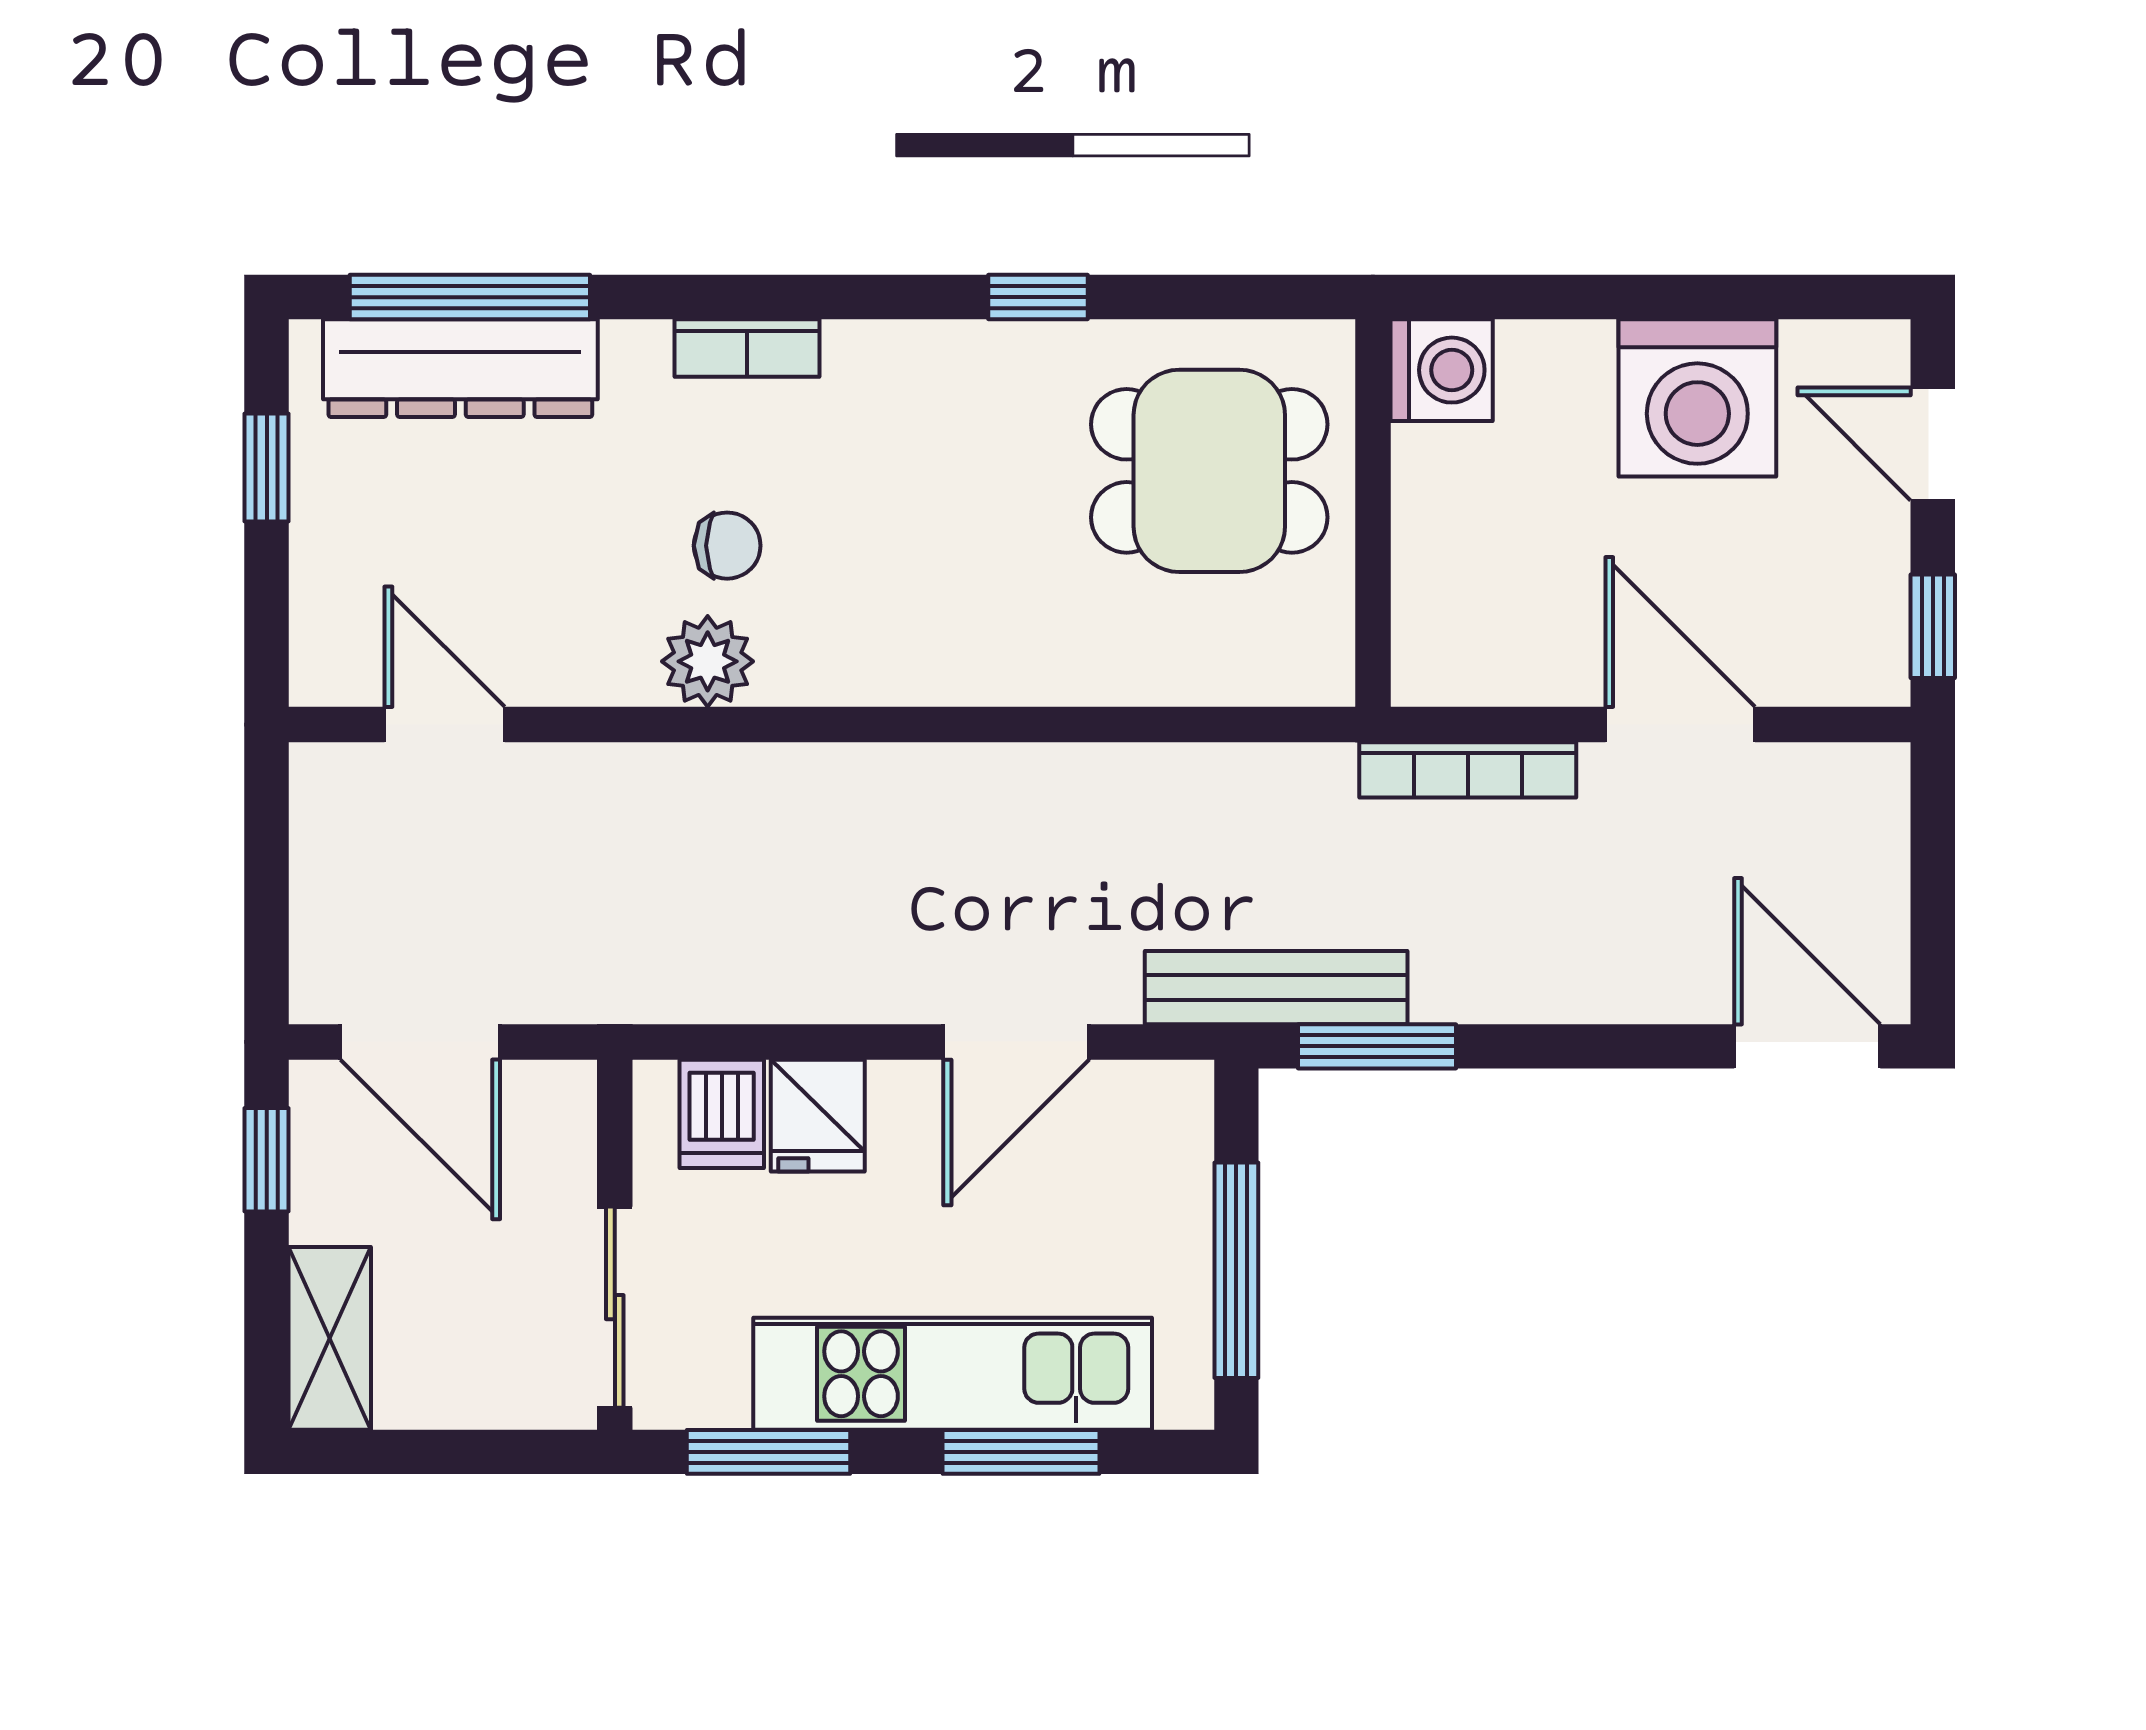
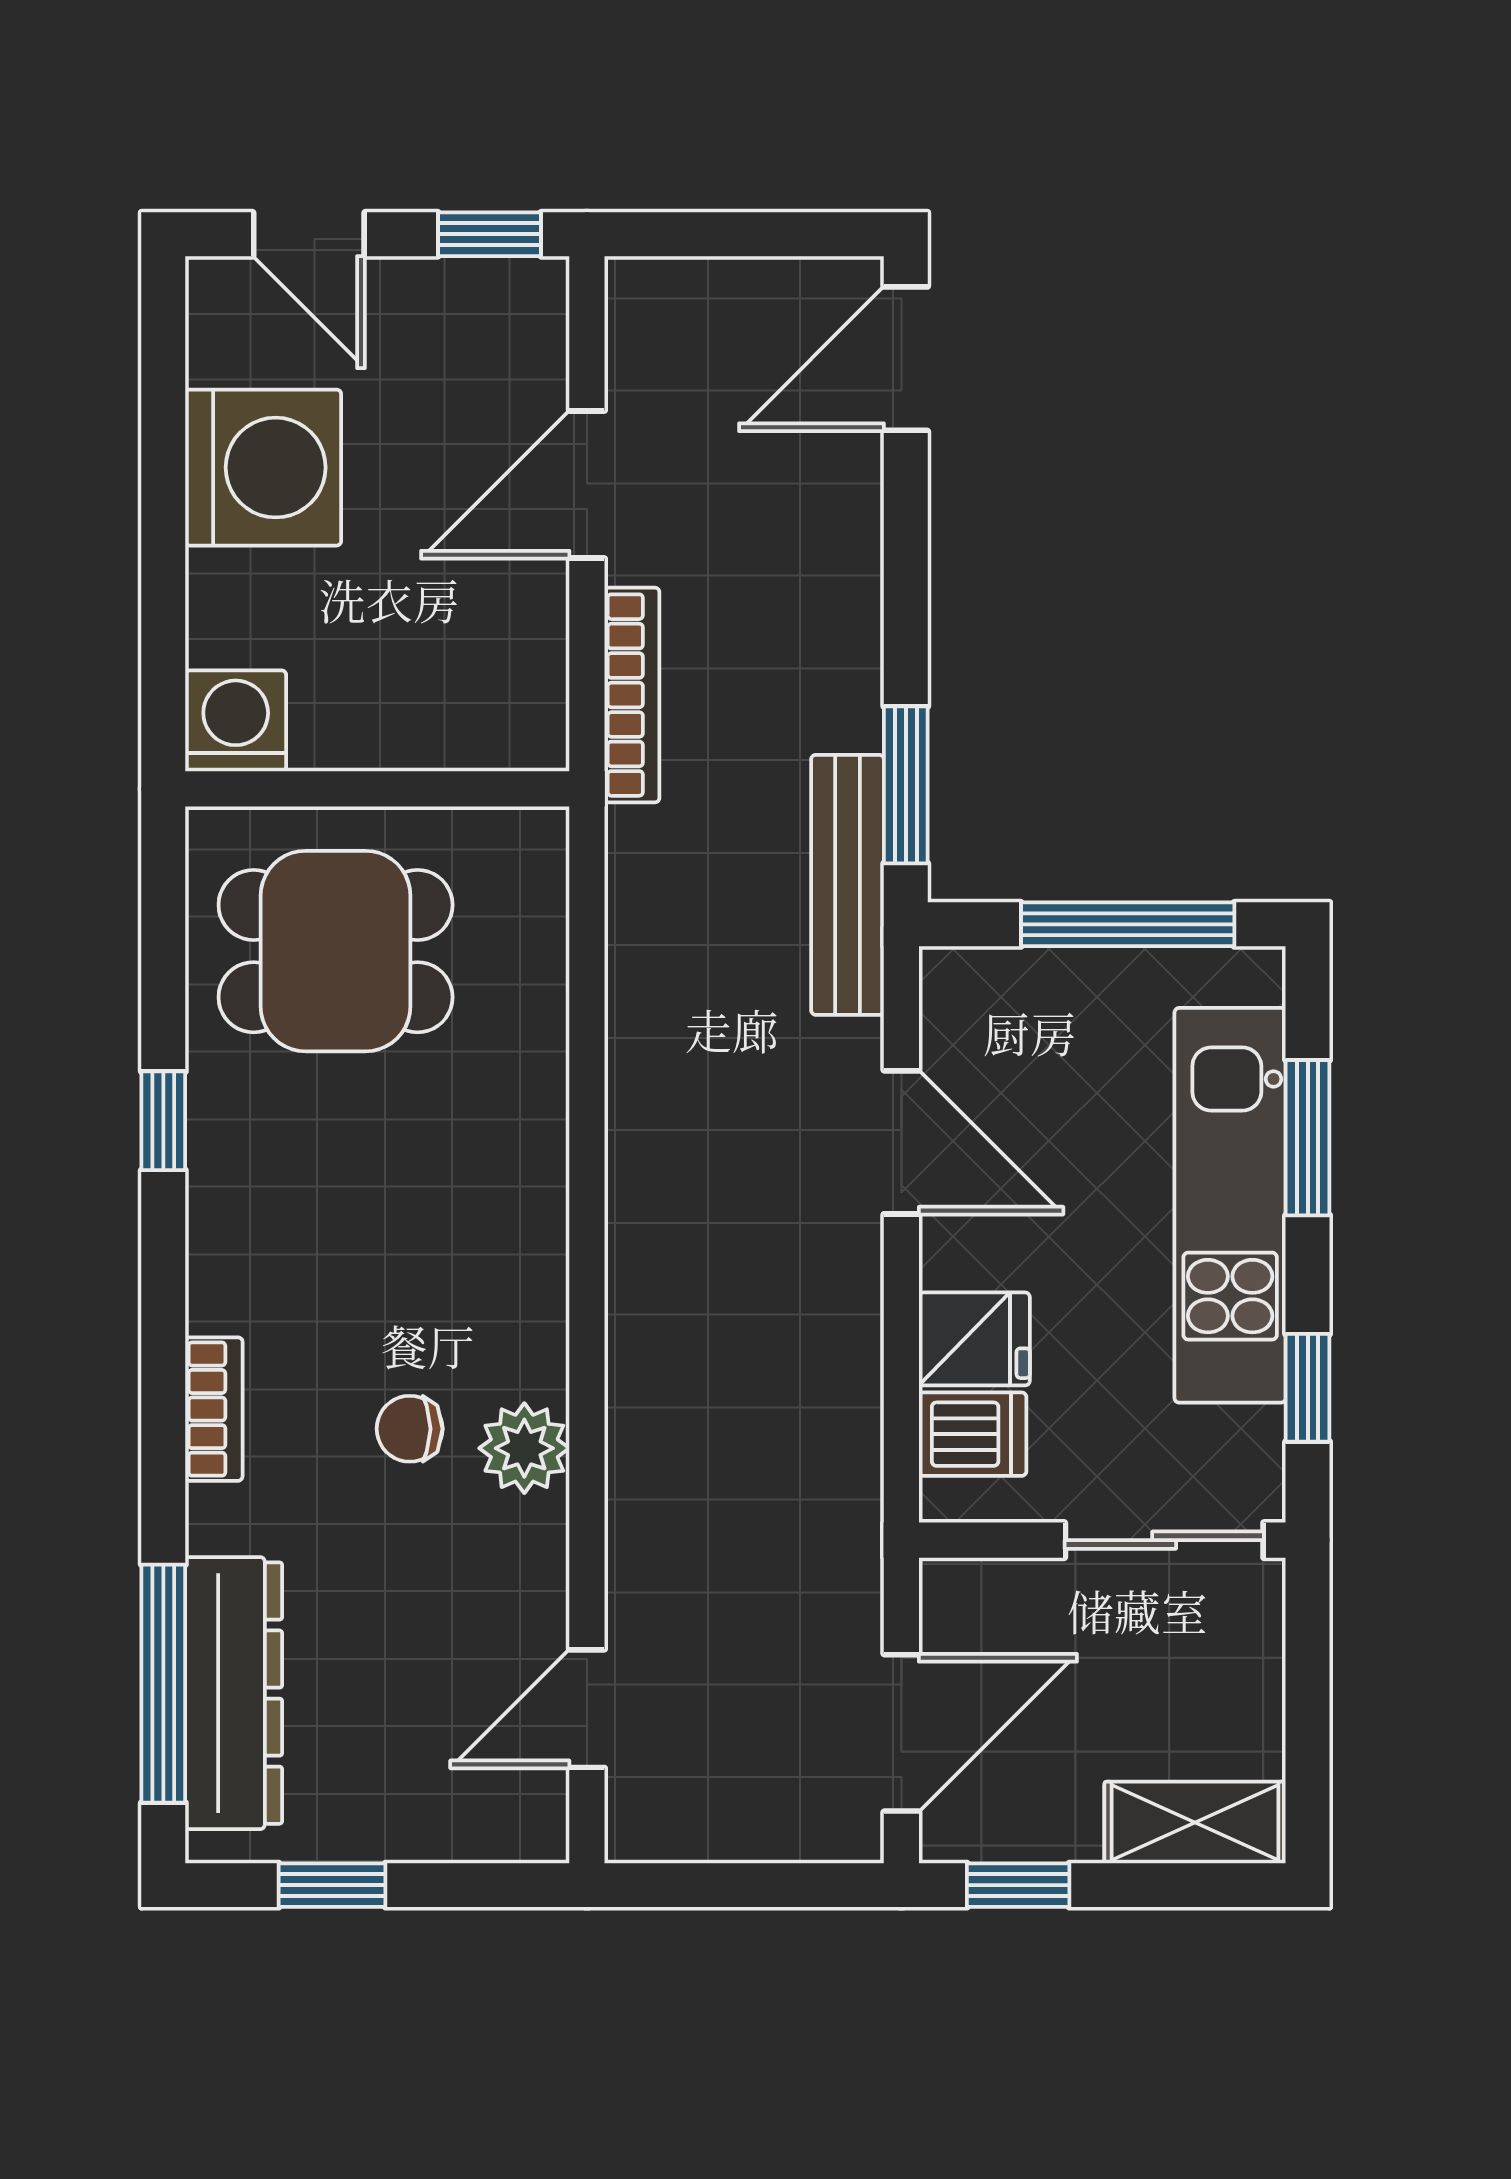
door: (1933, 444) -> (309, 234), hinge flipped
dining table: (1209, 471) -> (336, 951), turned 90
chair: (727, 546) -> (410, 1429), turned -90
window: (768, 1452) -> (1308, 1388), width x0.67

